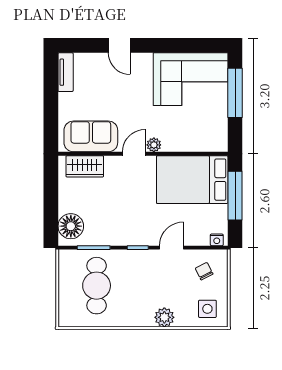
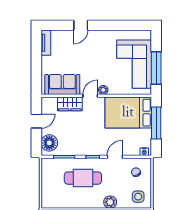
door: (119, 45) -> (81, 25), hinge flipped
corner sofa: (191, 79) -> (134, 64), moved, turned 90
window: (235, 93) -> (156, 68), moved
wardrobe: (85, 166) -> (70, 104), moved
door: (51, 193) -> (36, 121), added
cafe table: (97, 286) -> (83, 178), moved, turned 90

